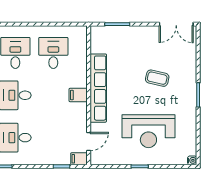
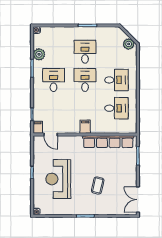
row of seats: (98, 88) -> (108, 142), moved

